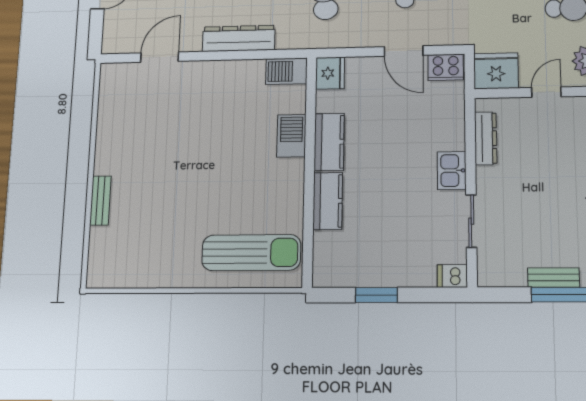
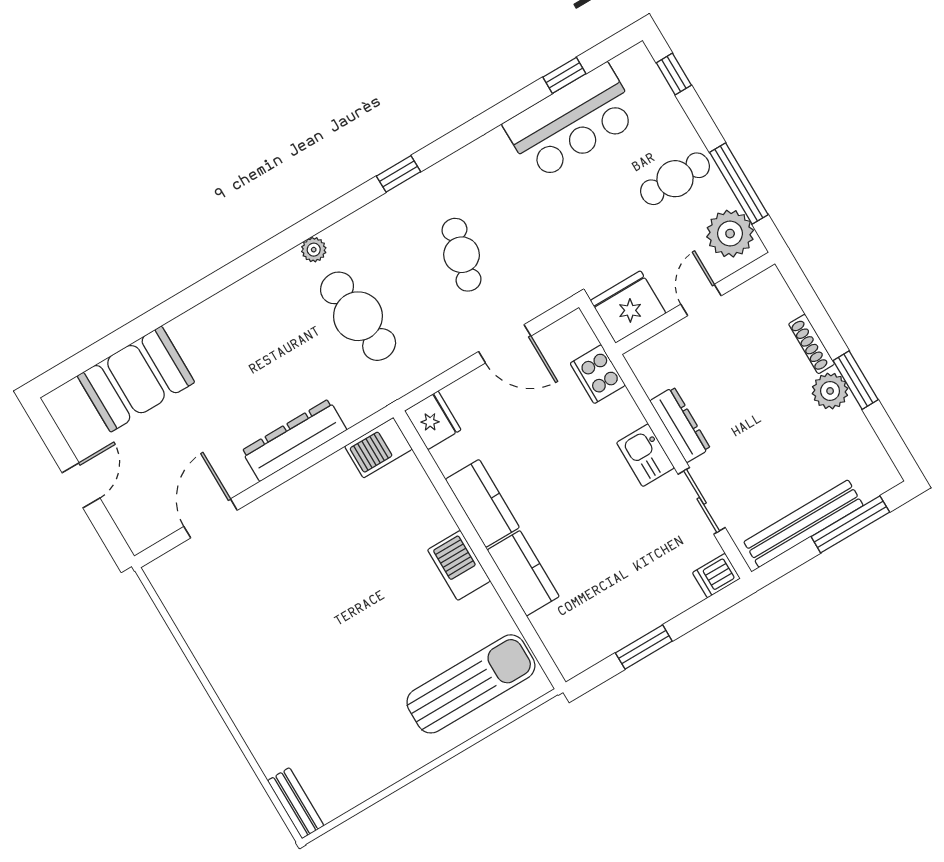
cooker: (446, 67) -> (598, 374), moved, turned 90
barbecue: (291, 136) -> (459, 565), moved
dresser: (486, 138) -> (680, 425), moved
bench: (100, 200) -> (296, 803), moved
bench: (553, 278) -> (803, 524), width x1.86, depth x1.21

